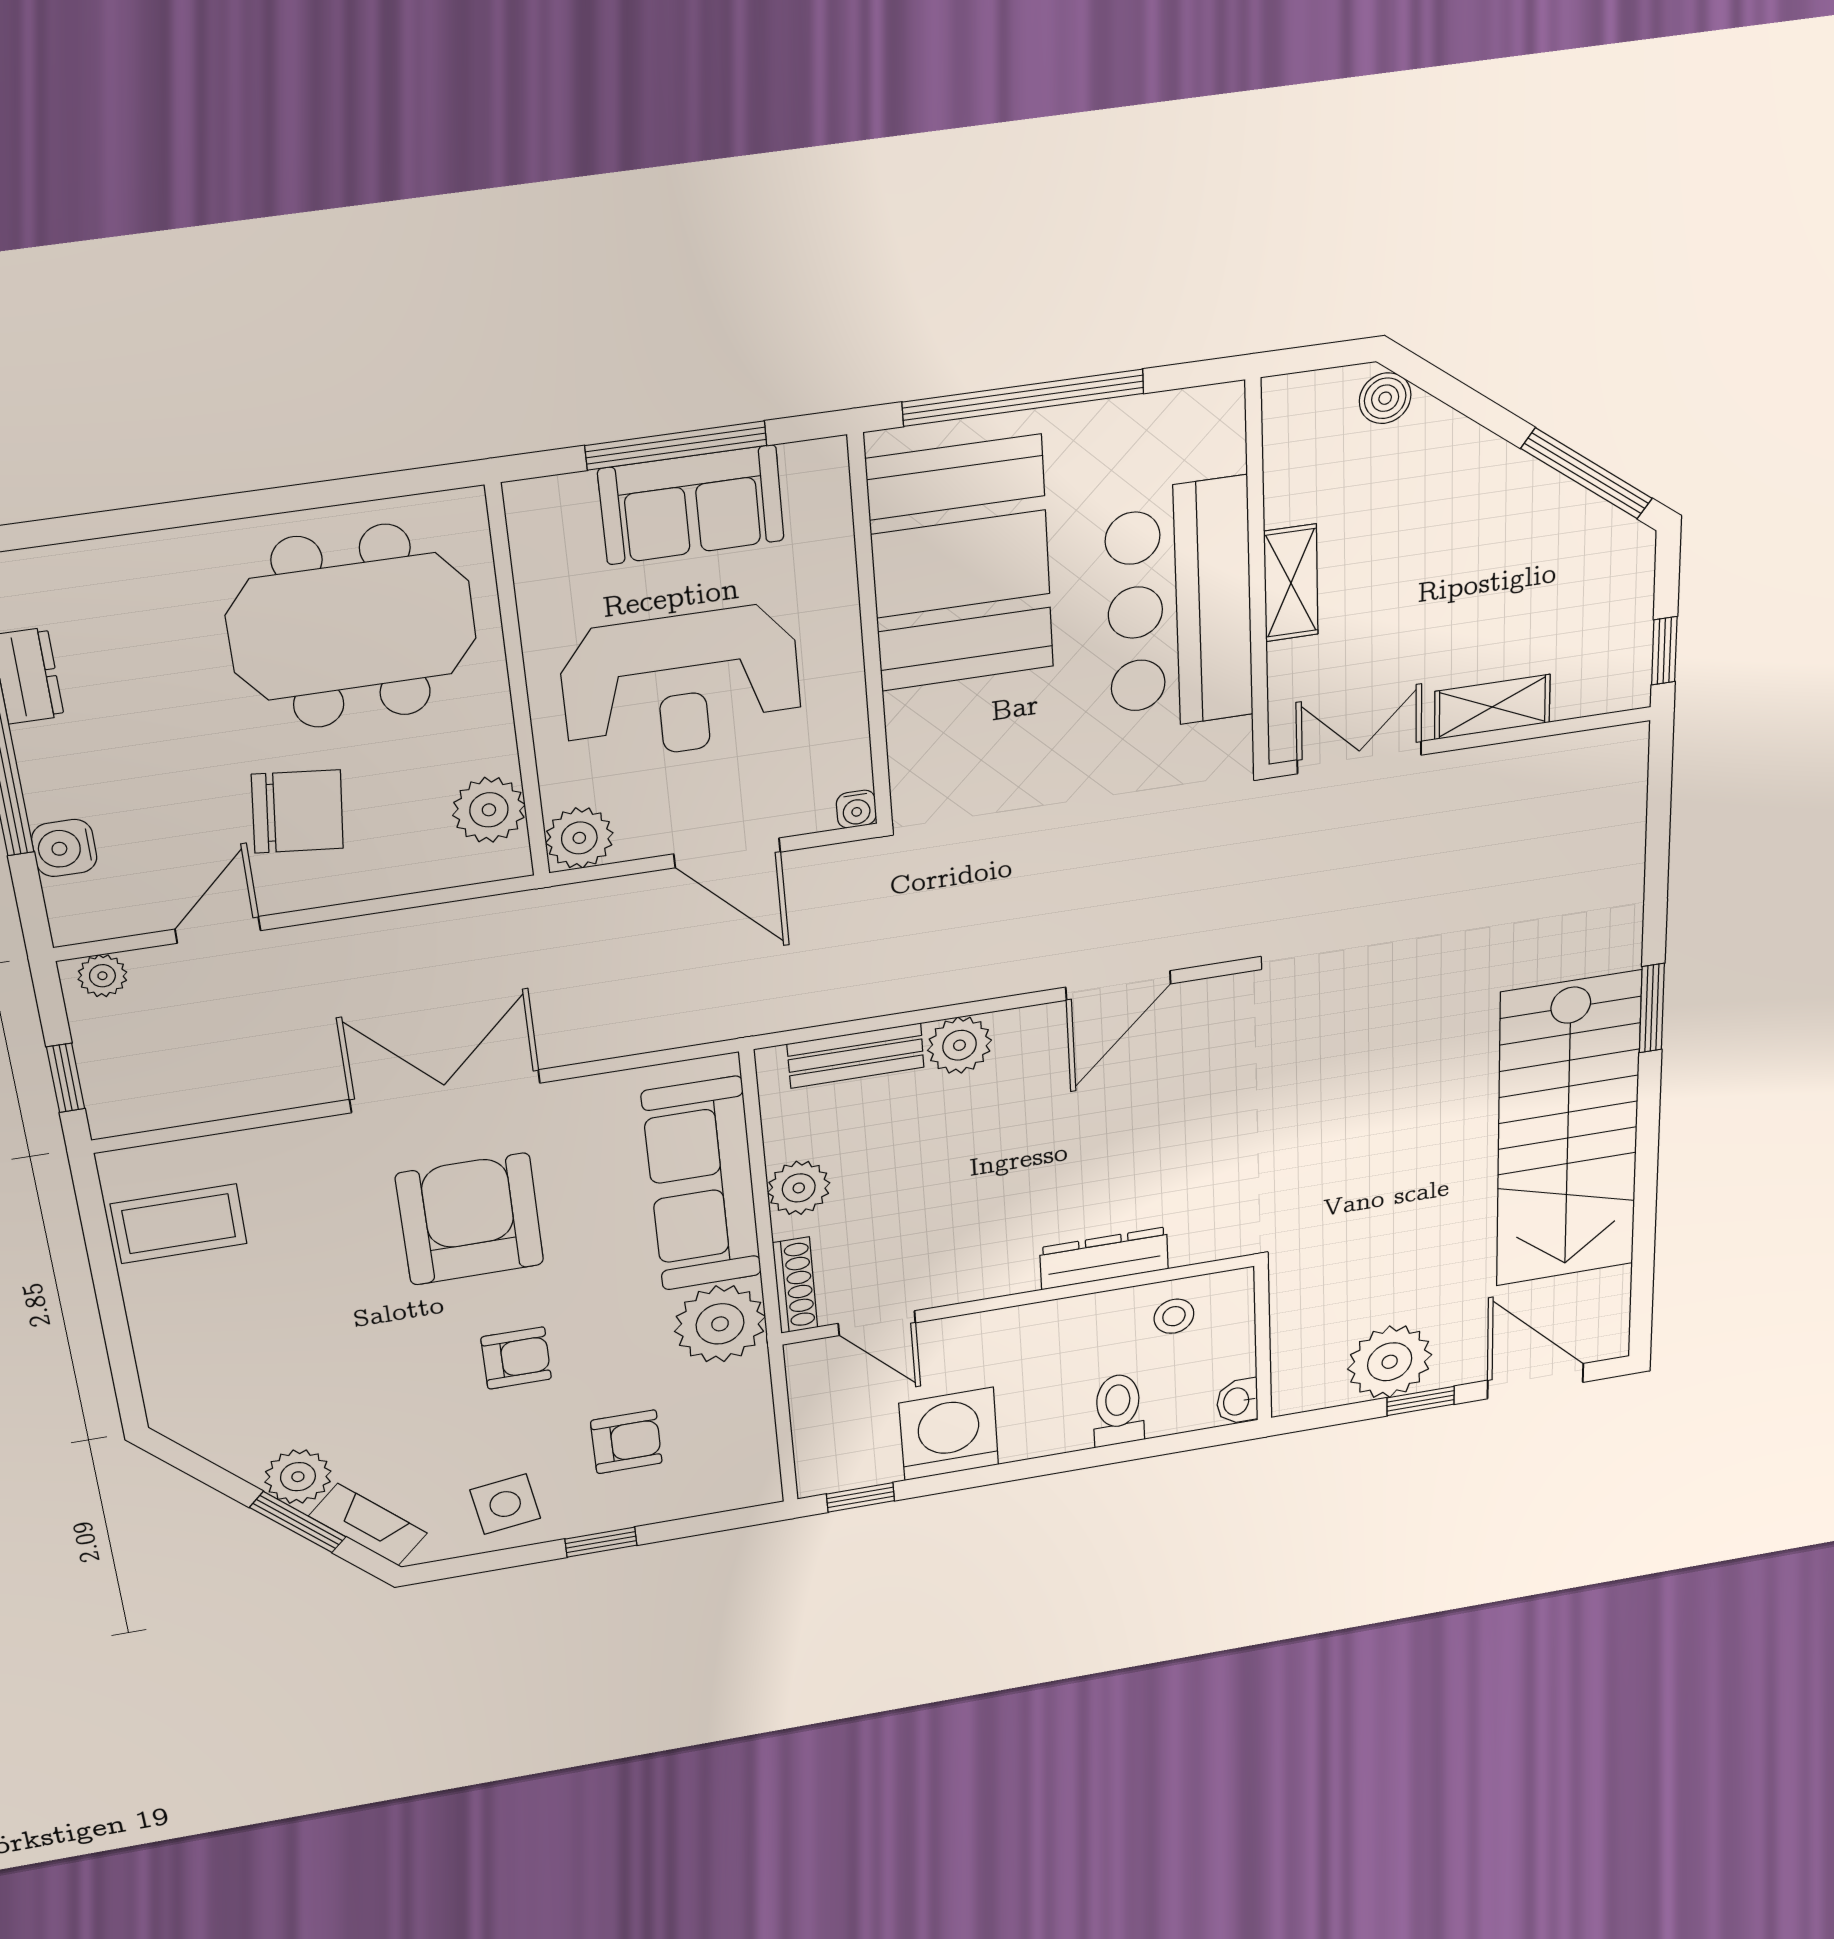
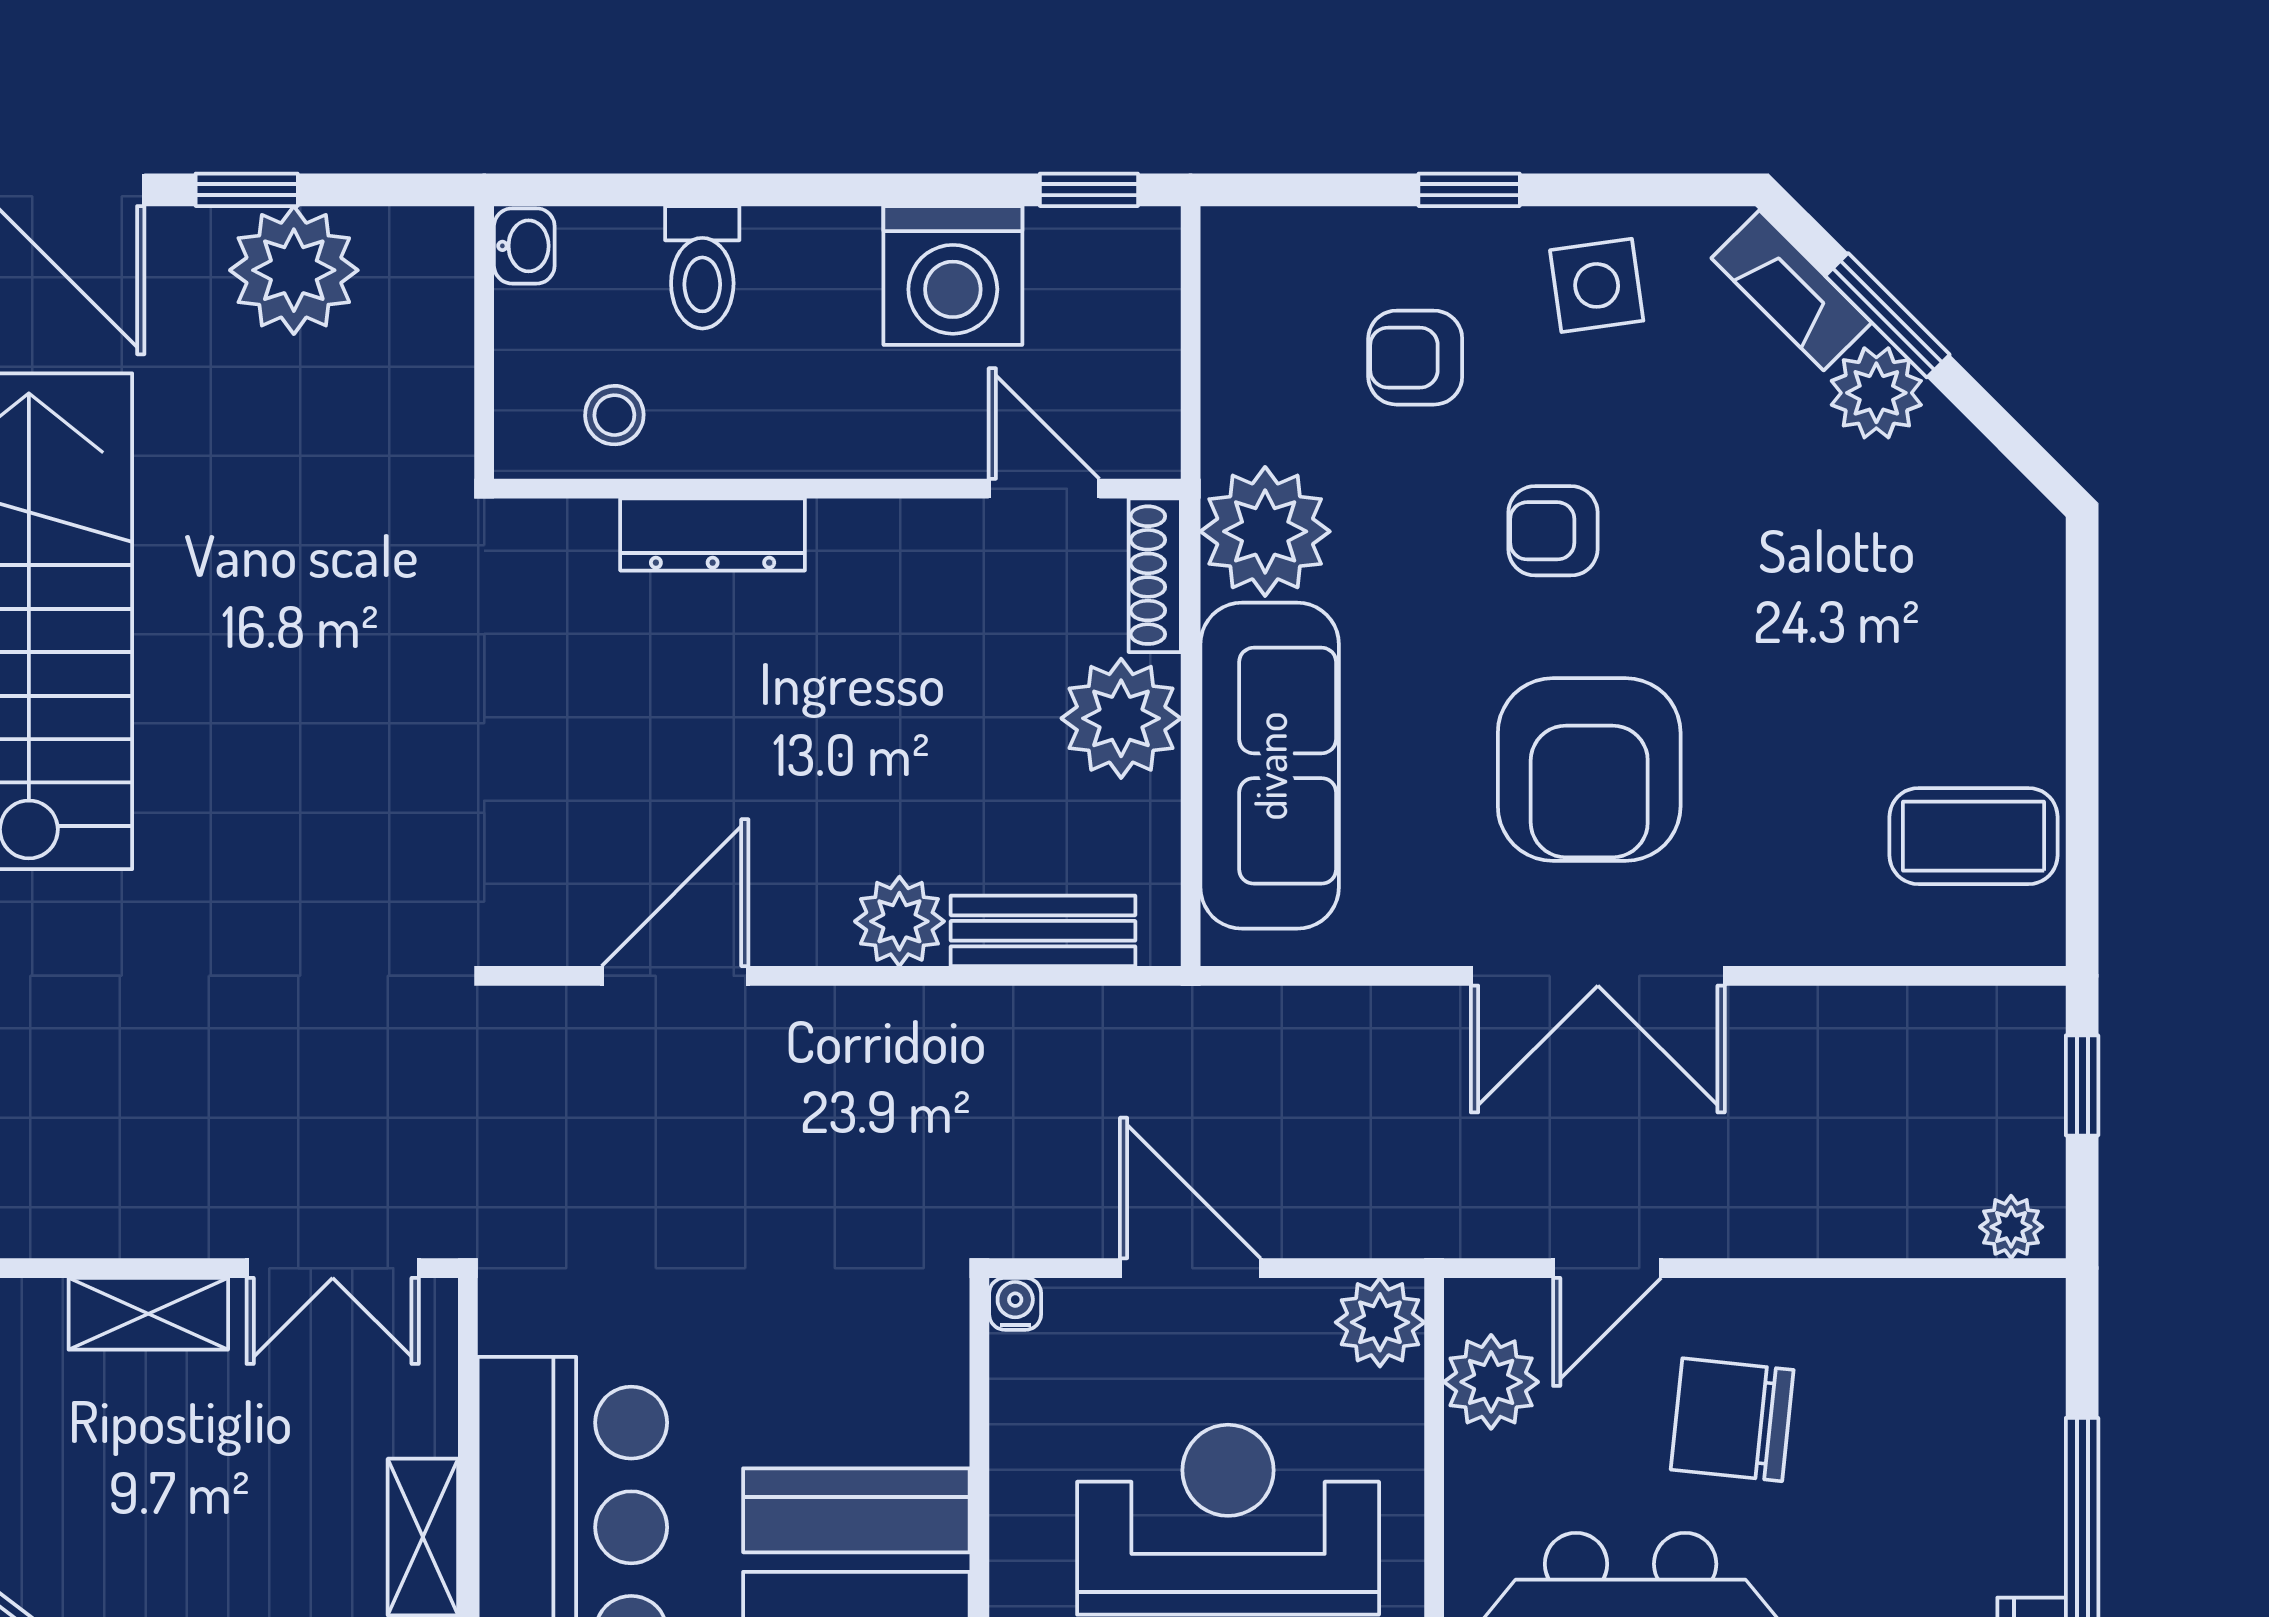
water cooler: (64, 848) -> (2028, 1417), removed
door: (218, 930) -> (1607, 1268), moved
plant: (799, 1188) -> (1121, 718), width x1.36, depth x1.36

